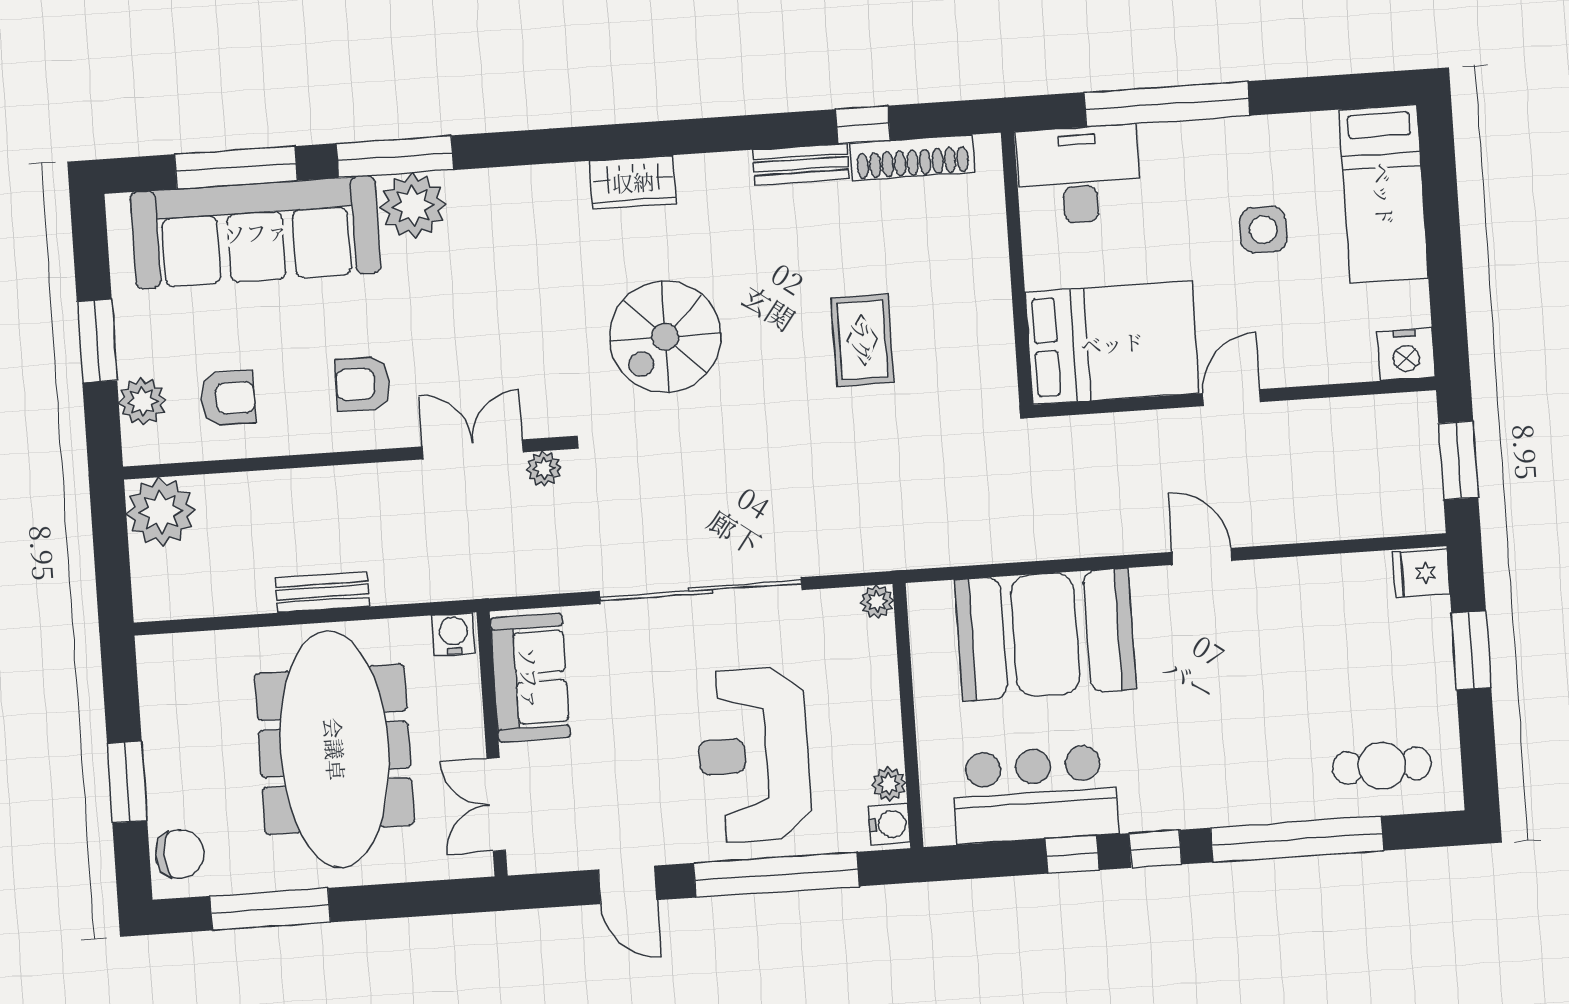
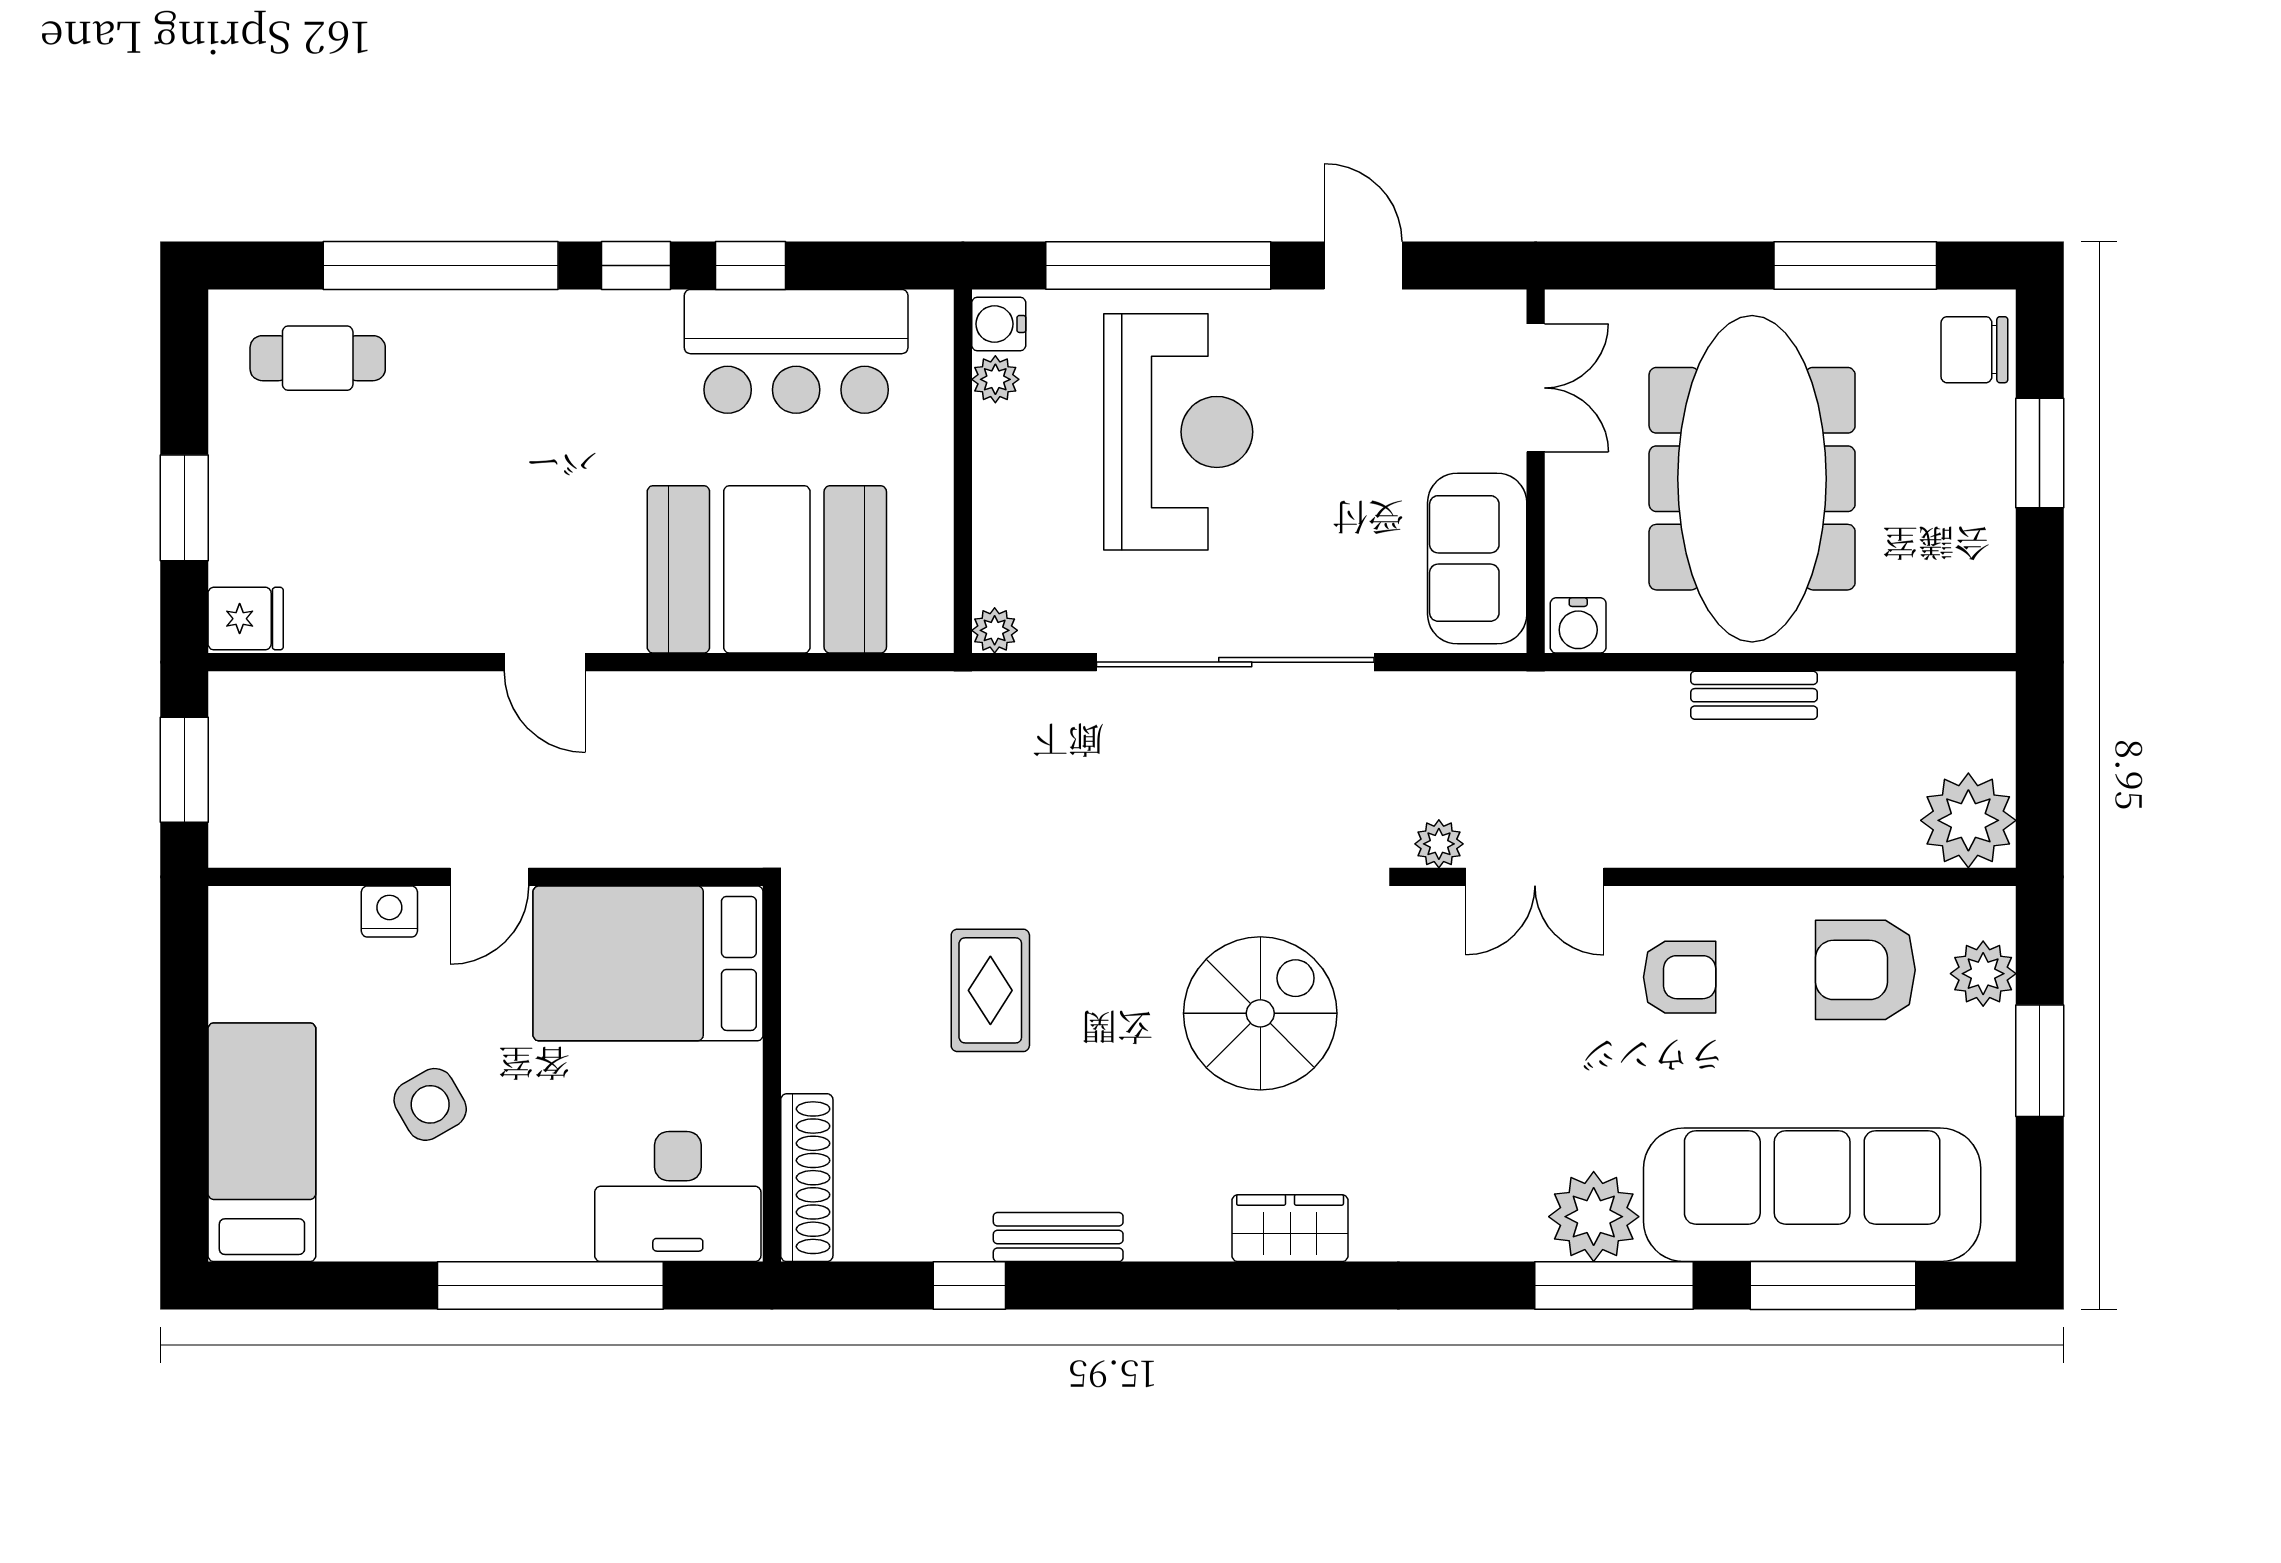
shoe rack: (912, 158) -> (807, 1178), moved, turned 90
side table: (1263, 230) -> (430, 1104), turned -30
nightstand: (1406, 354) -> (389, 912), moved, width x0.74, depth x0.75
armchair: (228, 398) -> (1865, 970), width x1.38, depth x1.38

